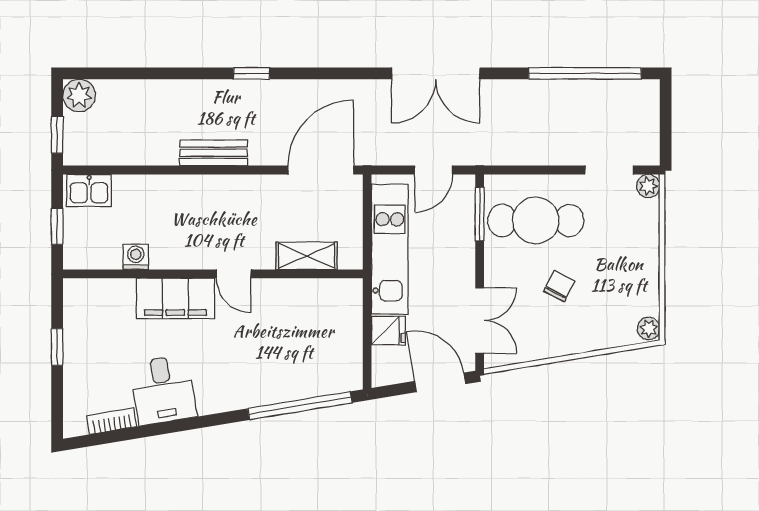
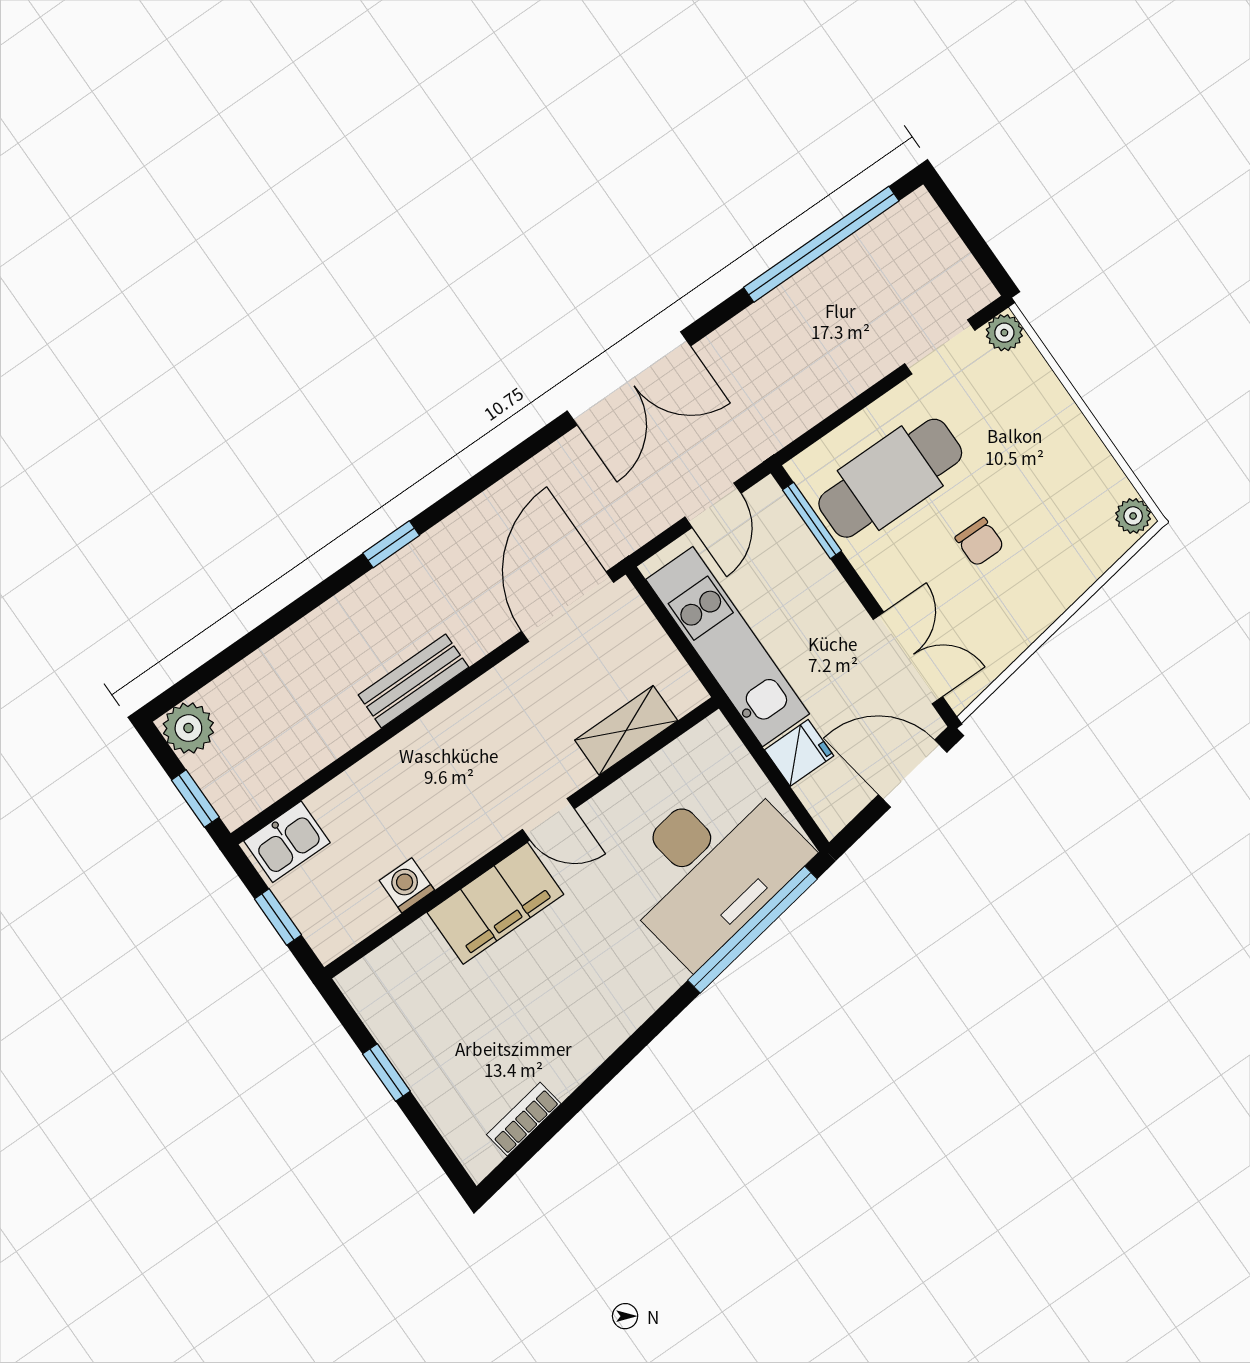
chair: (559, 286) -> (980, 542), turned 152
desk: (163, 390) -> (710, 867), moved, width x1.87, depth x1.30

